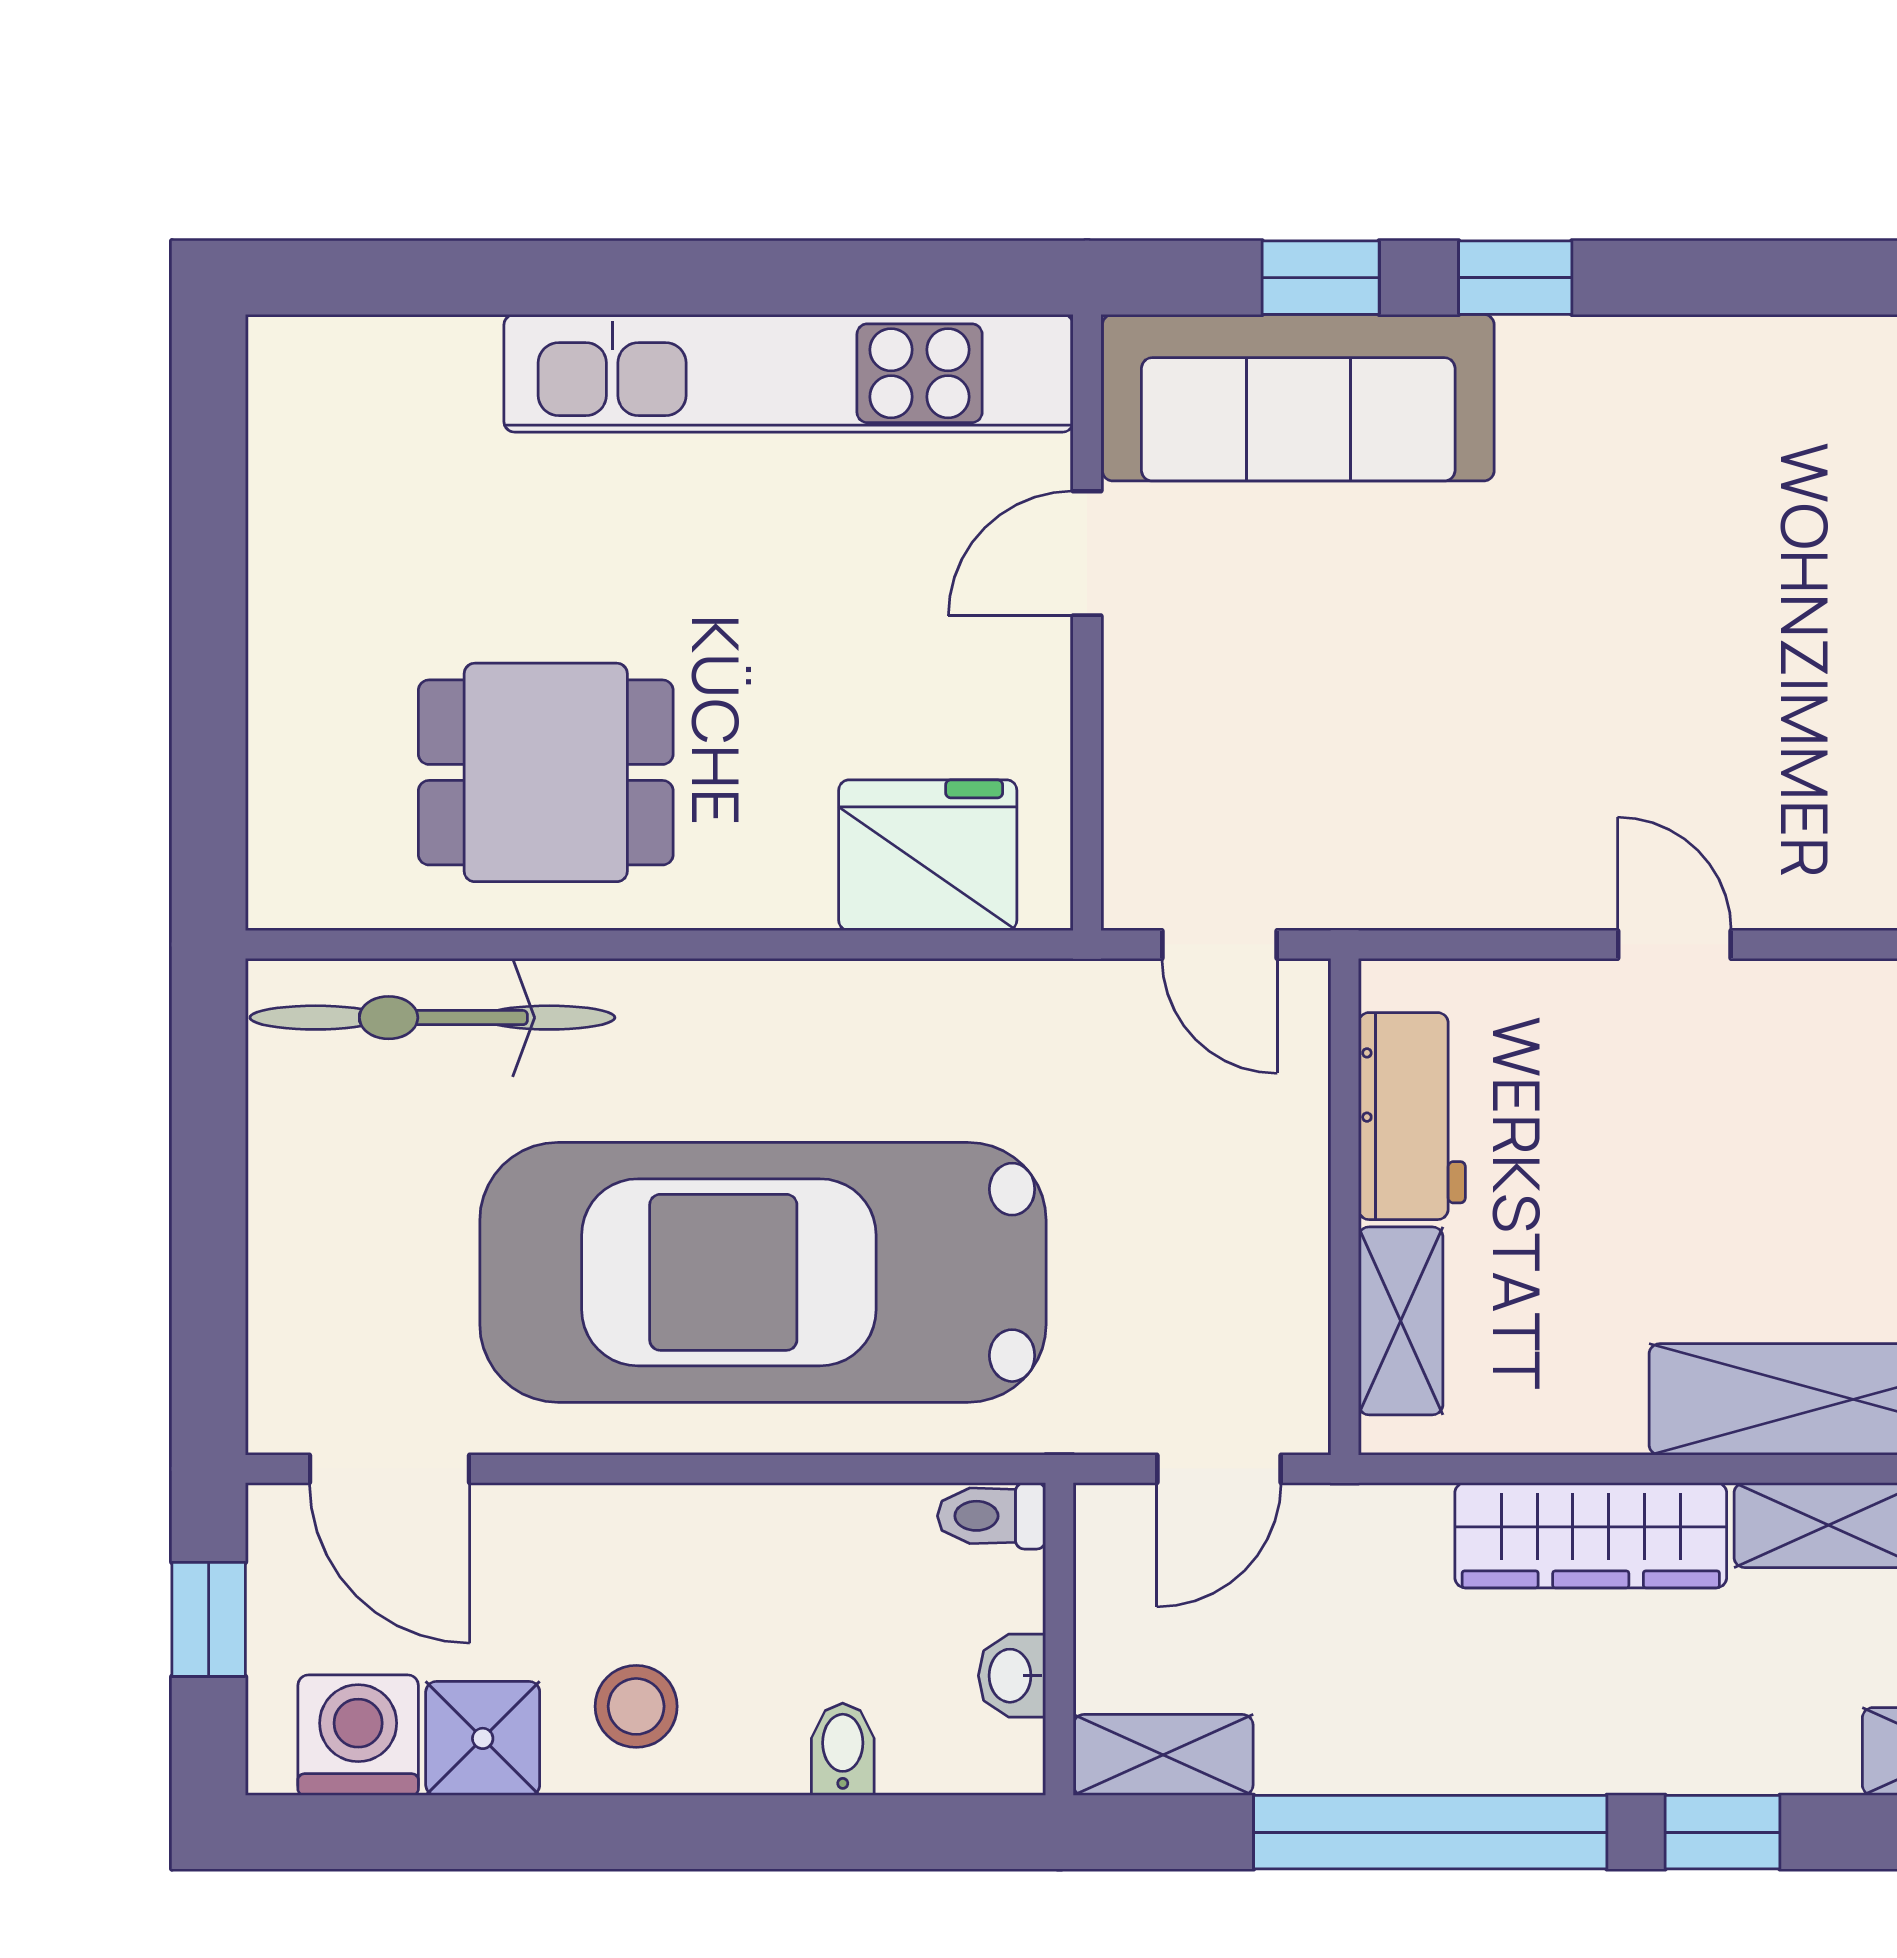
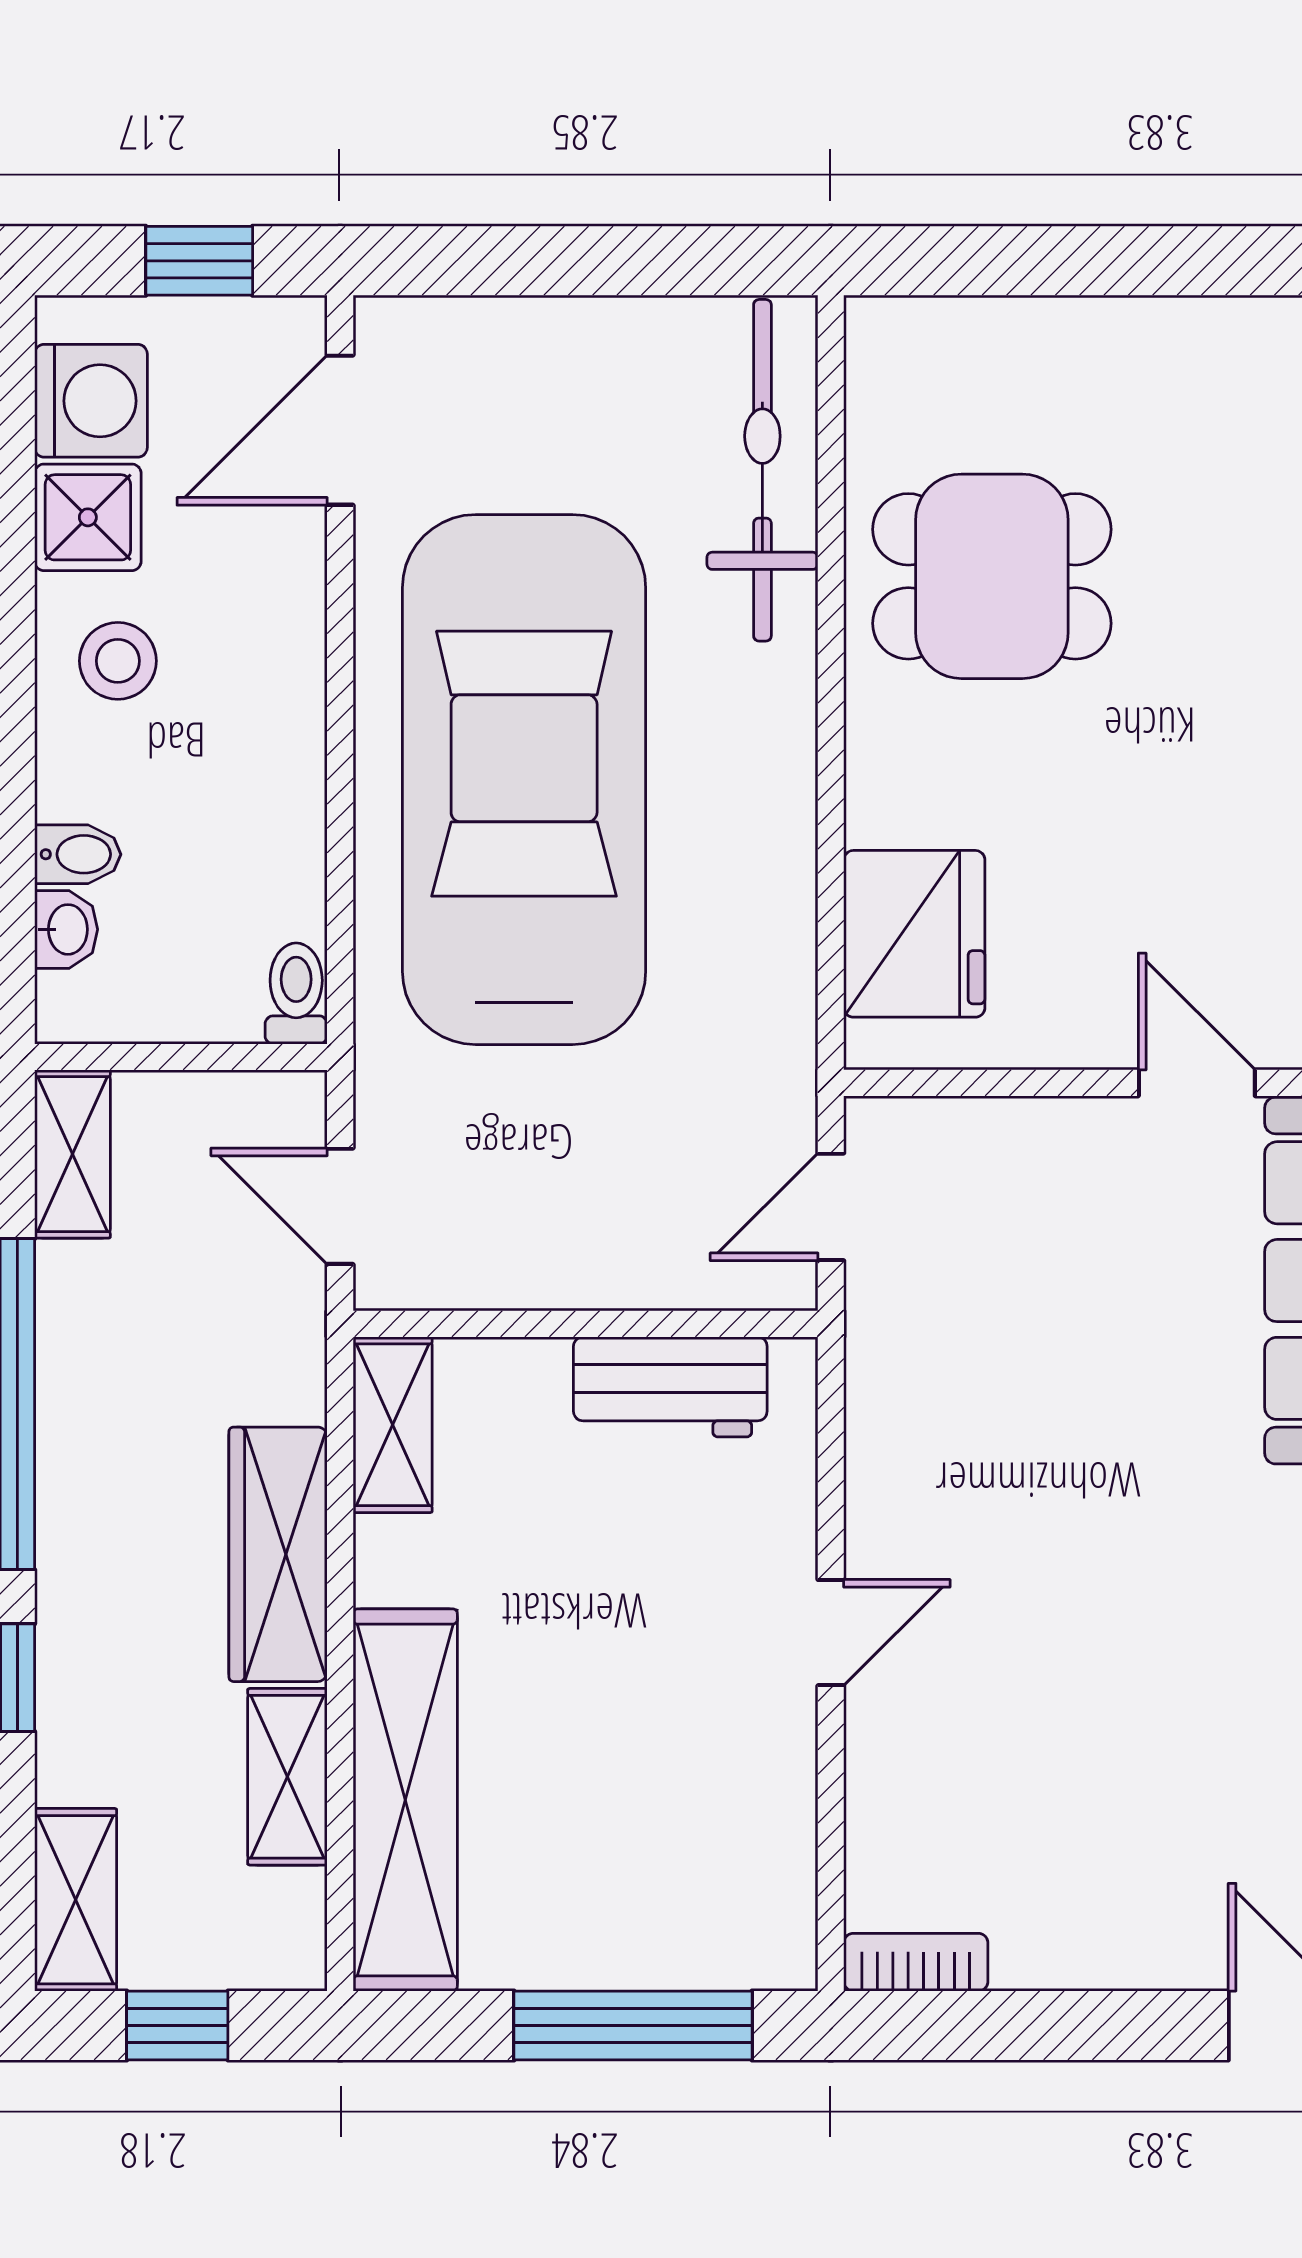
dining table: (546, 772) -> (992, 576), turned 90
shelving: (1401, 1321) -> (393, 1425), moved, turned 90
washbasin: (1012, 1676) -> (66, 929), moved, turned 90

